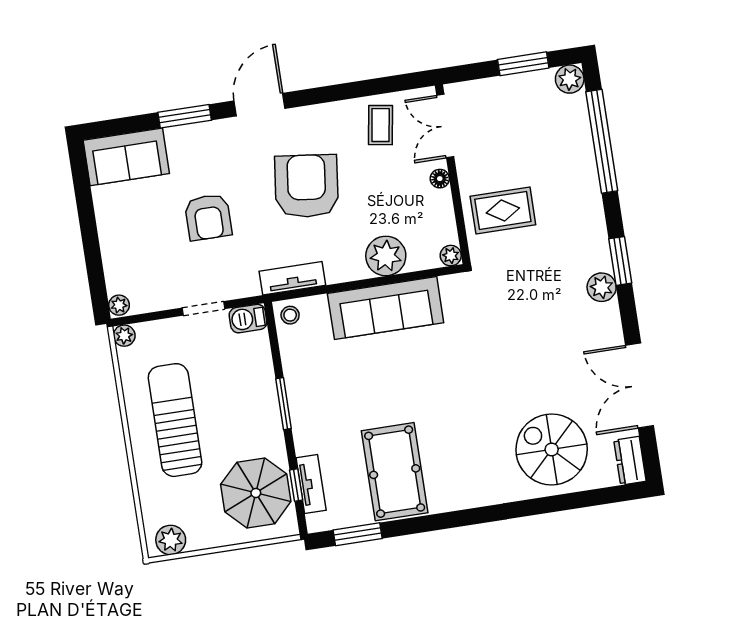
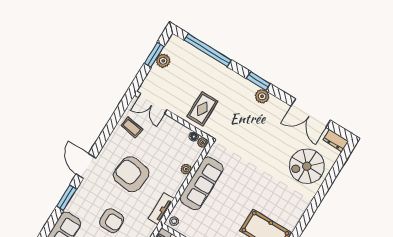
plant: (570, 79) -> (163, 61), moved
floor lamp: (440, 179) -> (194, 136), moved
plant: (386, 256) -> (186, 169), width x0.53, depth x0.53

